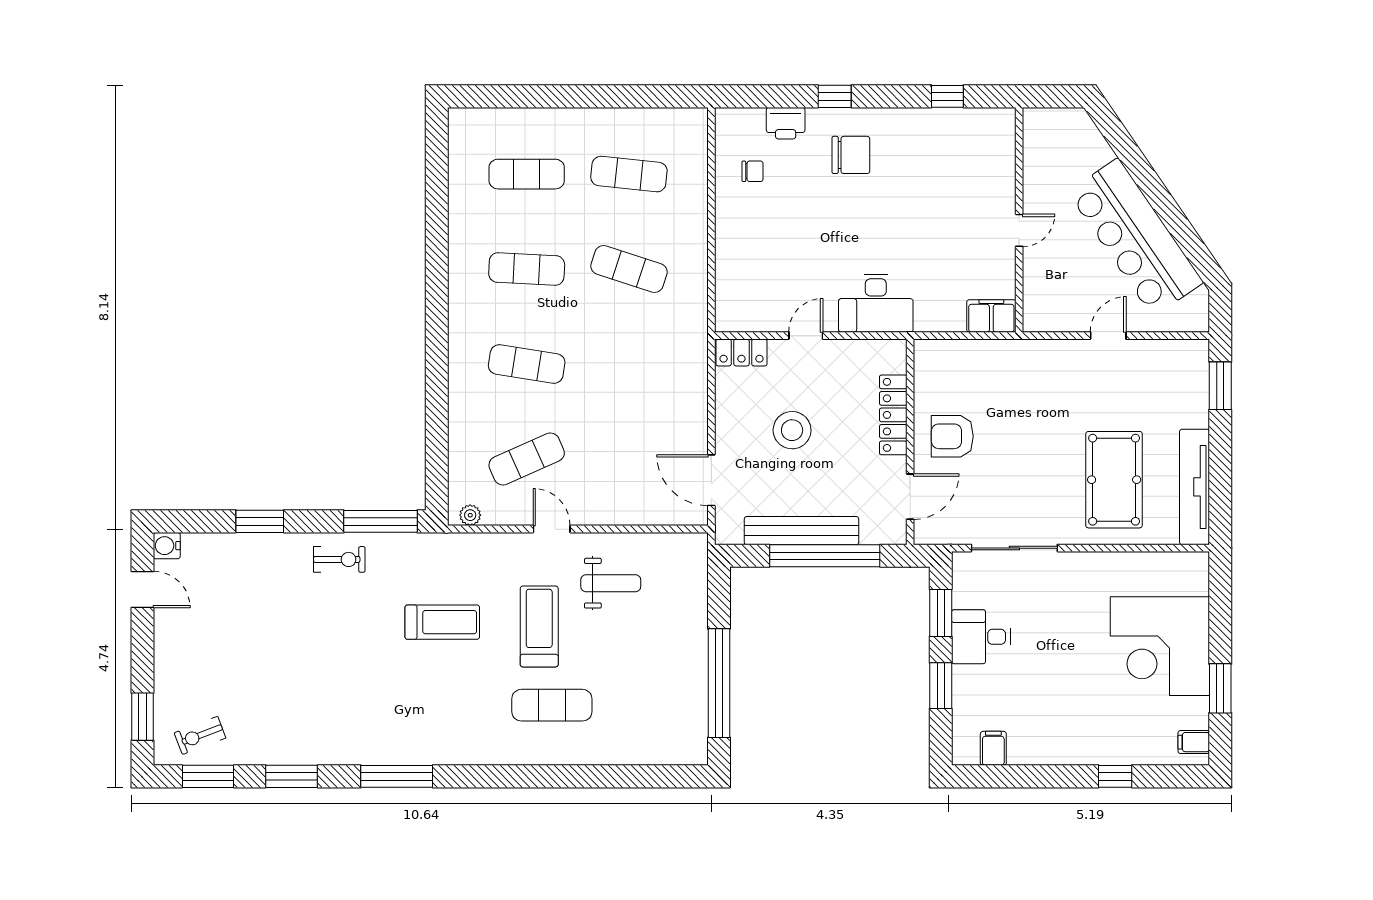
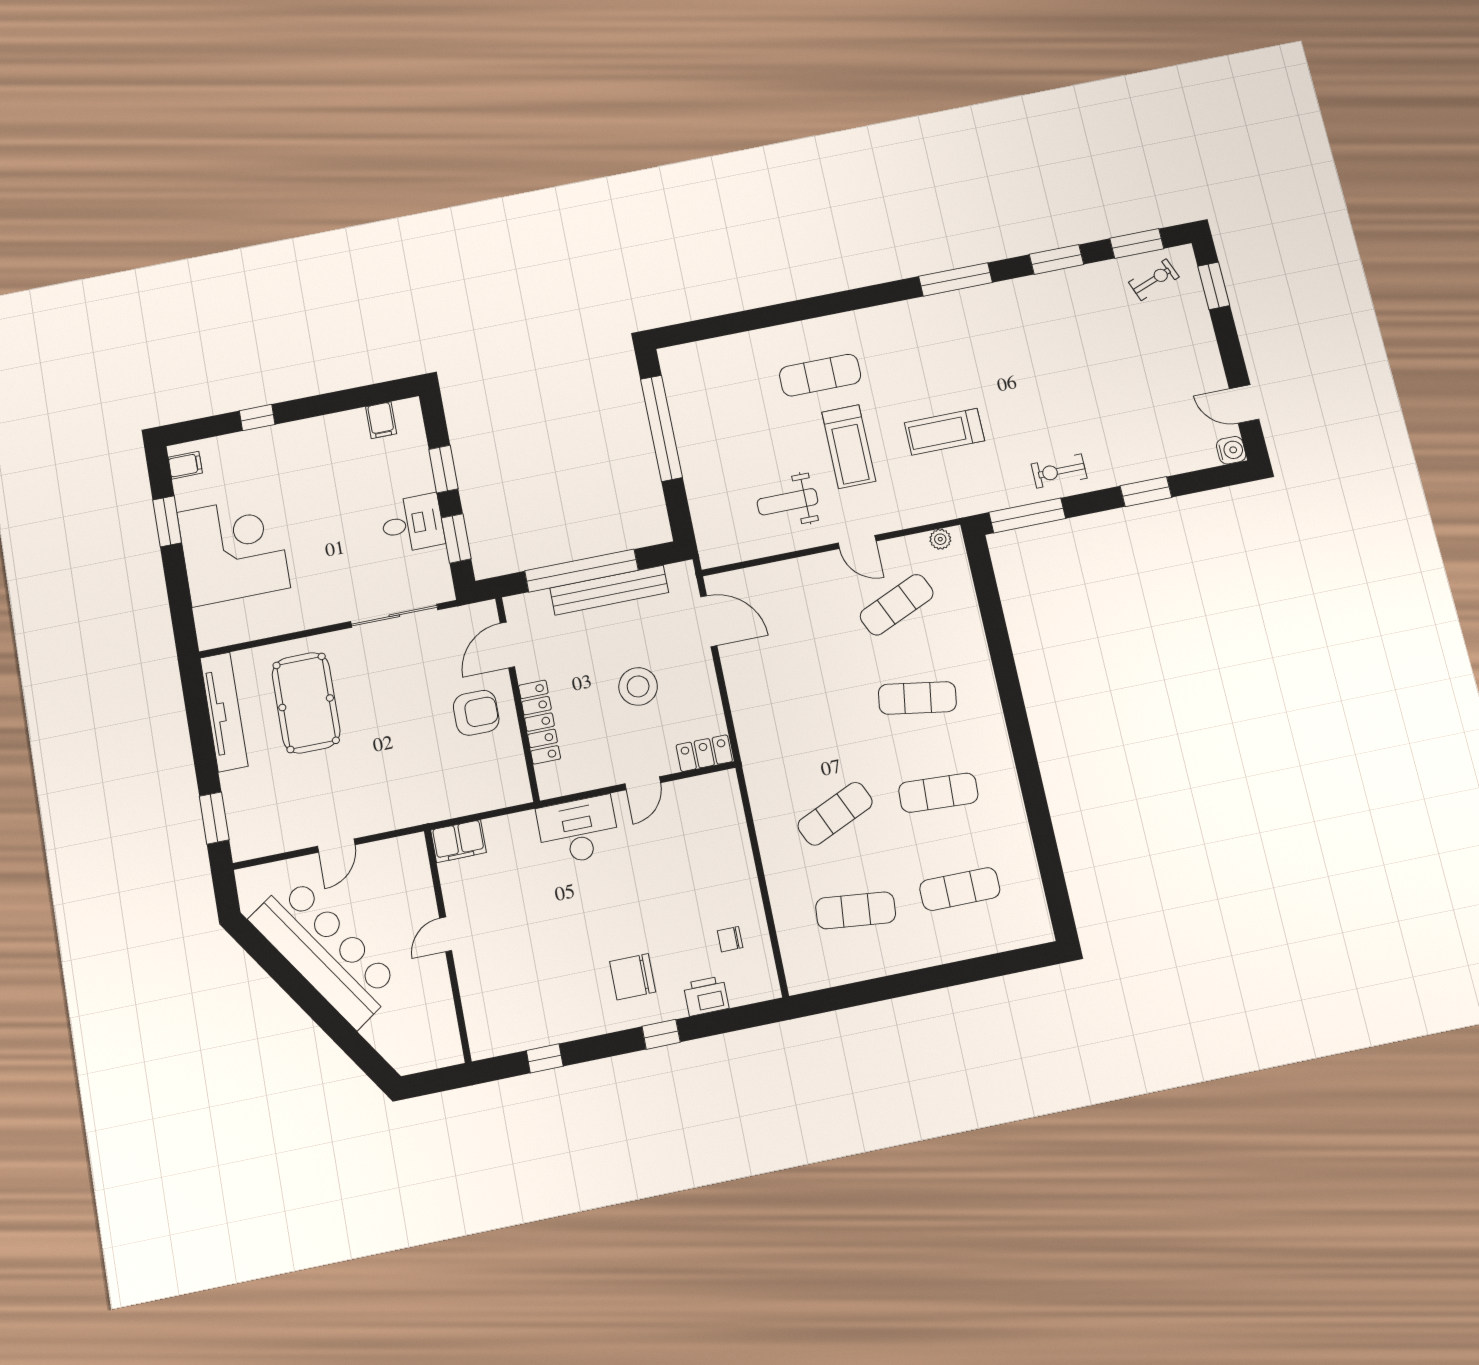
exercise mat: (629, 269) -> (835, 814), turned -42

